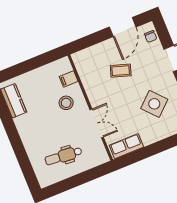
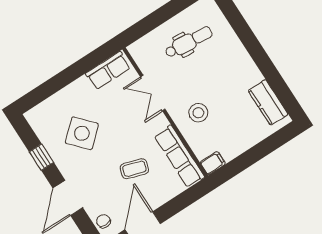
row of seats: (86, 73) -> (179, 156), added
filing cabinet: (69, 79) -> (213, 163), moved

